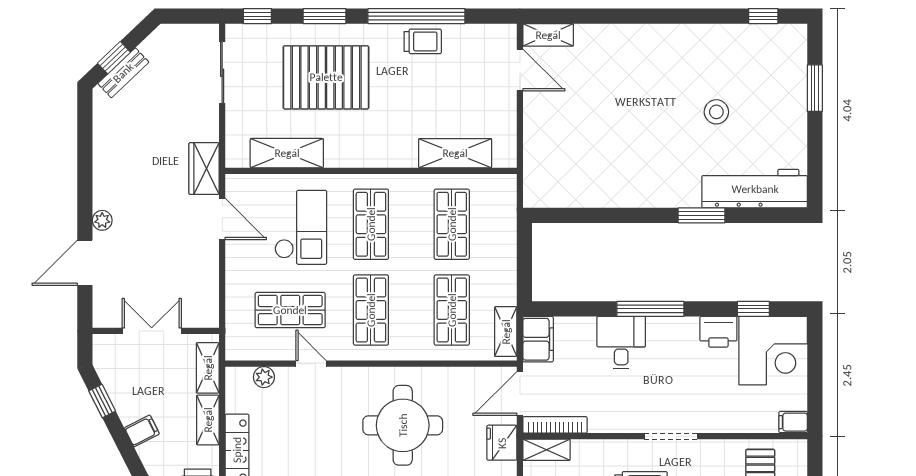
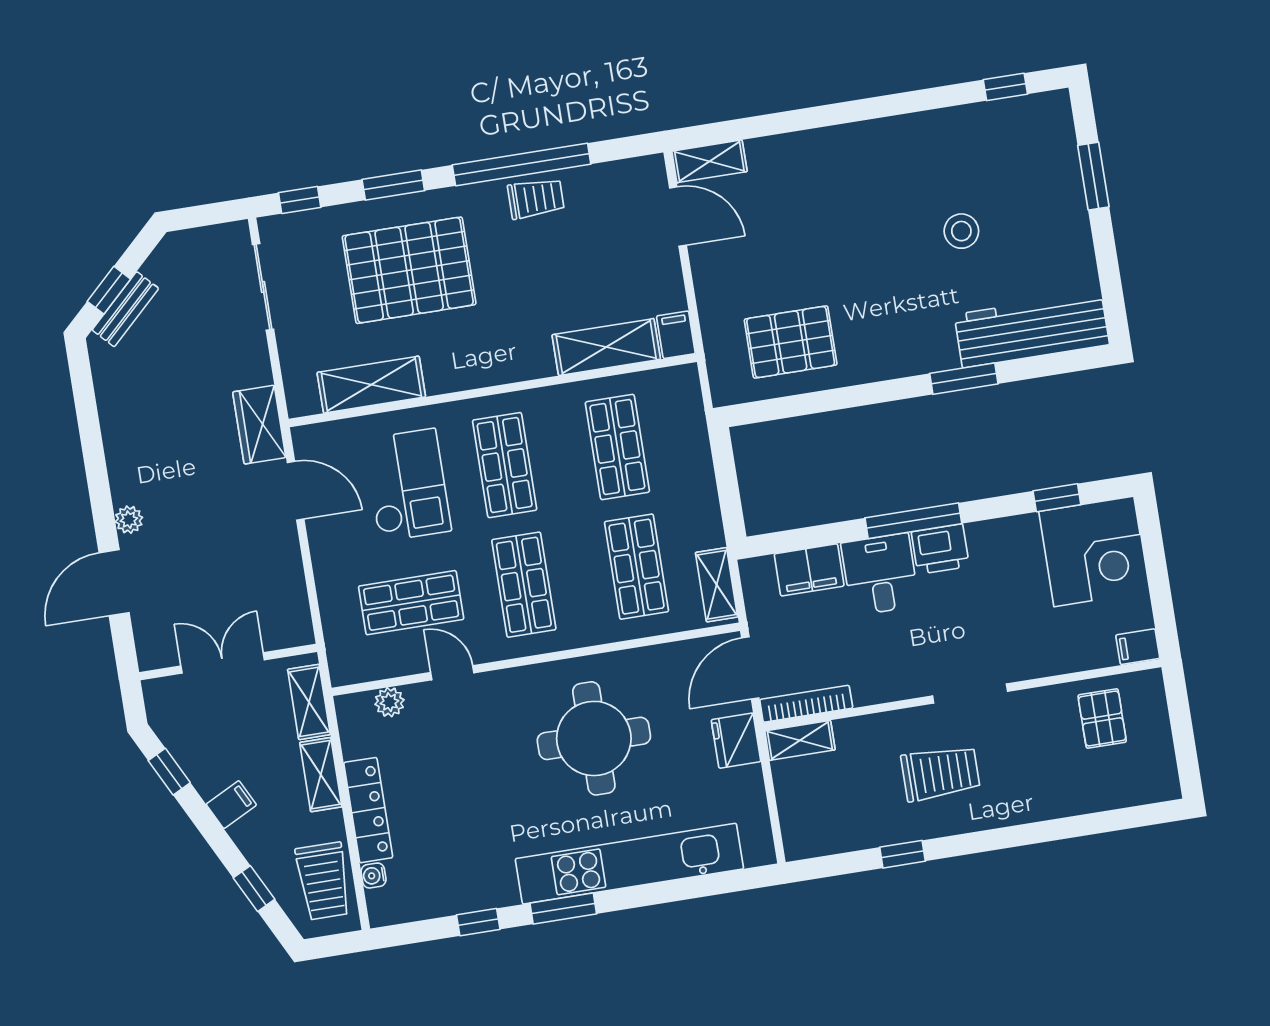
filing cabinet: (505, 152) -> (676, 335), added
pallet: (585, 170) -> (791, 342), added
printer: (718, 332) -> (940, 549), moved
filing cabinet: (538, 339) -> (809, 570), moved, turned 90

